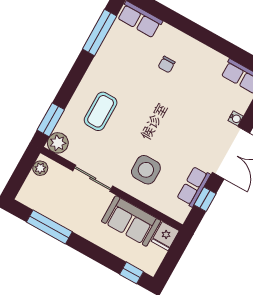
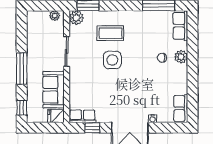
plant: (179, 40) -> (181, 57), added
side table: (146, 170) -> (112, 60), moved
row of seats: (194, 187) -> (82, 116), moved
window: (49, 227) -> (22, 69), moved

